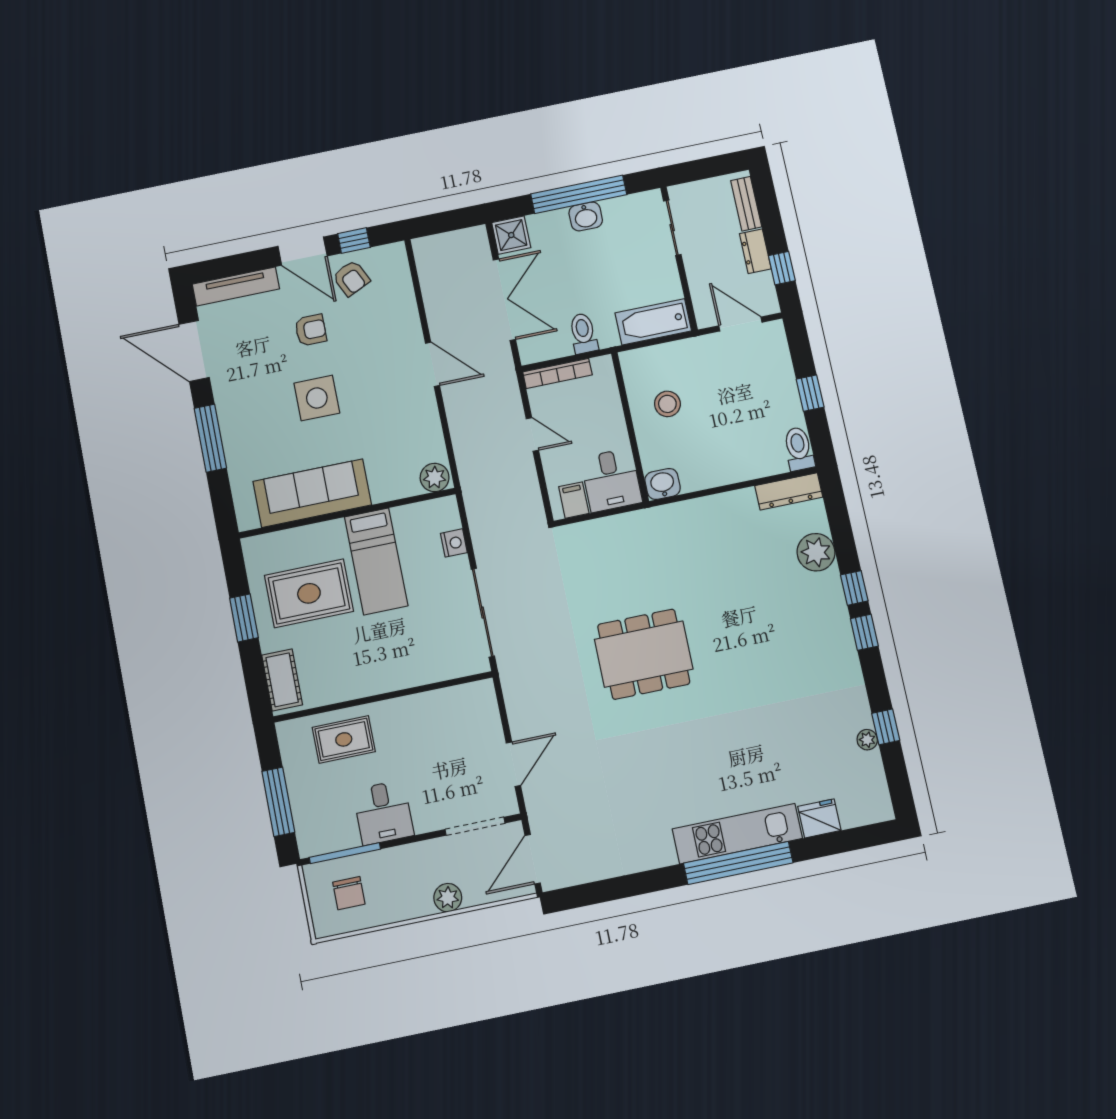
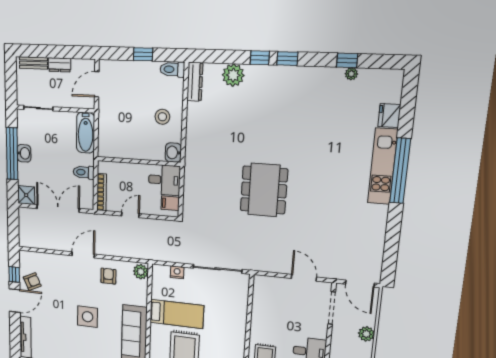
window: (782, 268) -> (71, 52), removed
armchair: (311, 330) -> (108, 276), moved
stool: (667, 404) -> (162, 117), moved

